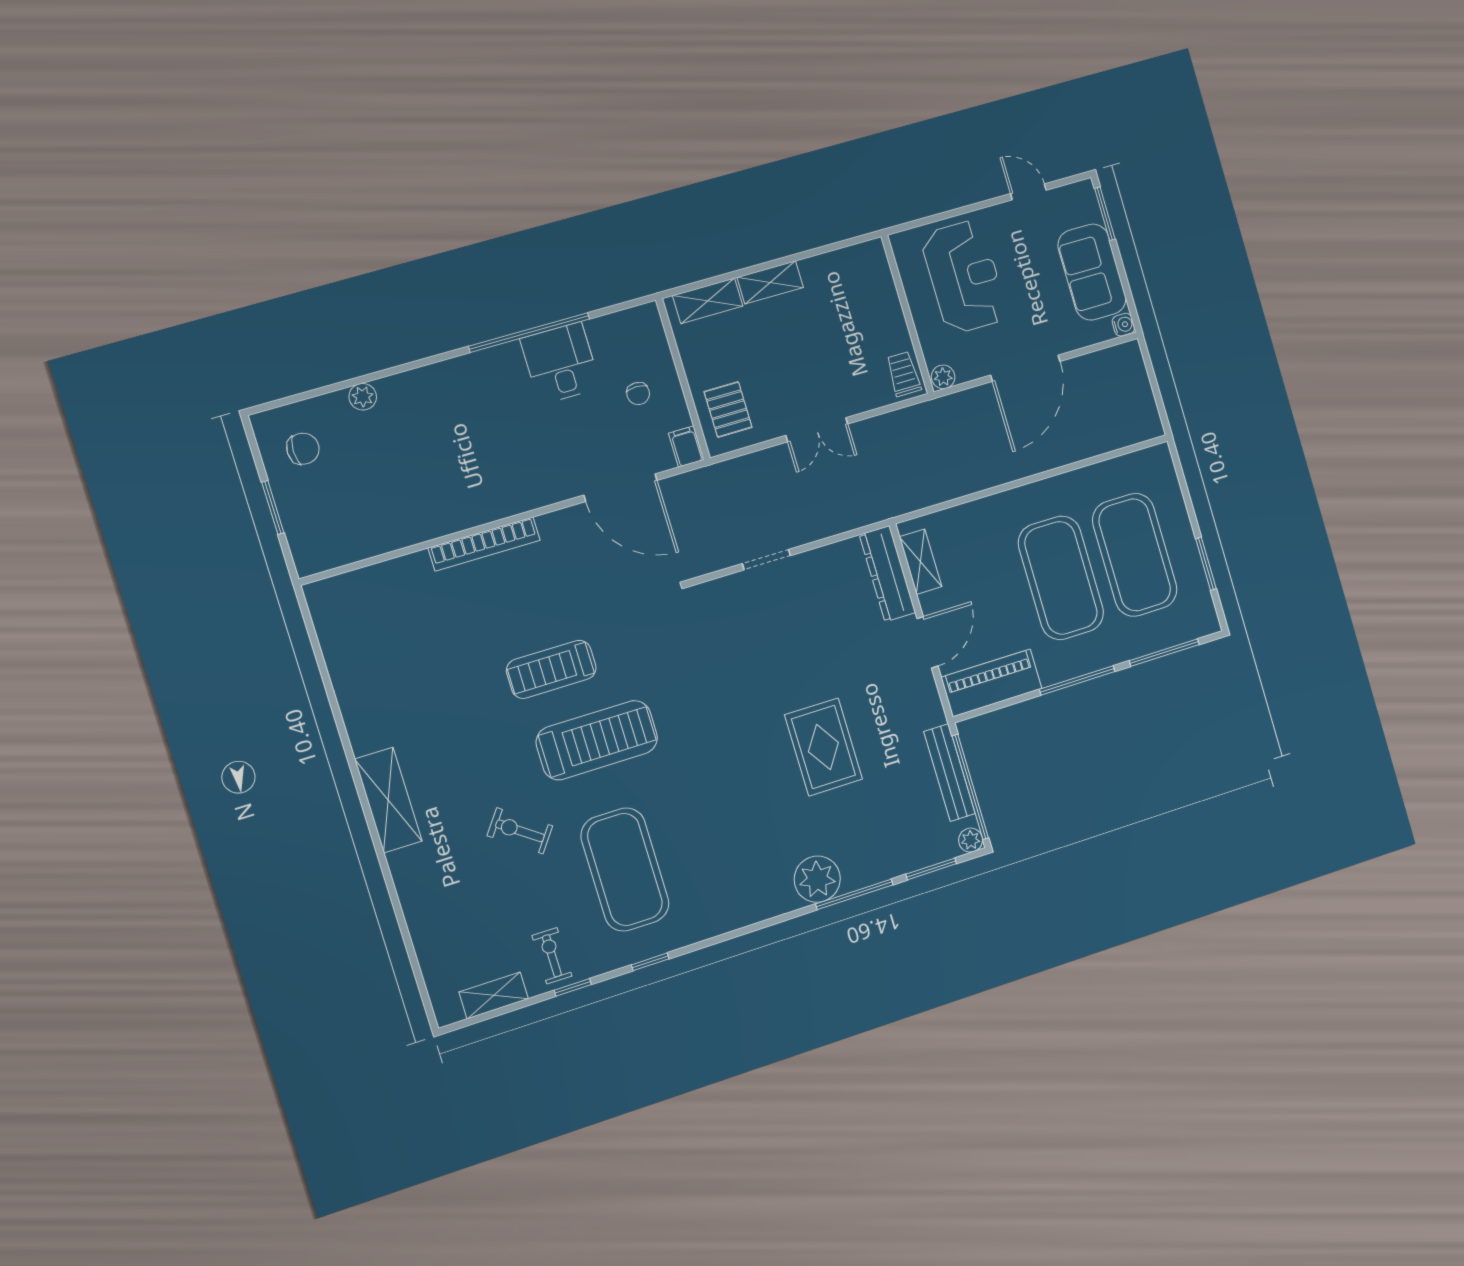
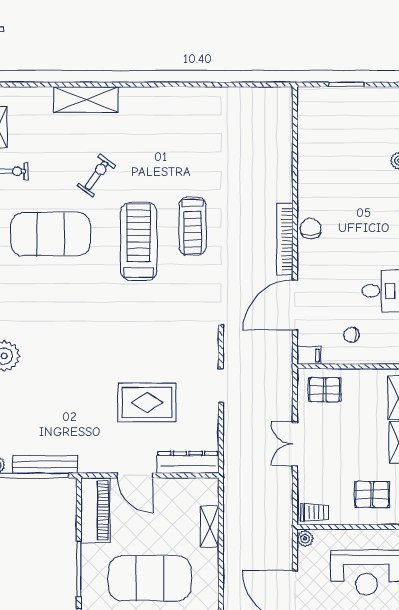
pallet: (855, 300) -> (372, 495), added
chair: (303, 449) -> (311, 229), moved, turned 180
bookcase: (484, 544) -> (285, 239), moved
shelving: (921, 562) -> (210, 527), moved, turned 90
treadmill: (551, 669) -> (193, 226), turned 180
treadmill: (597, 740) -> (139, 241), turned 180
rug: (823, 747) -> (147, 402), moved
shelving: (388, 800) -> (86, 100), moved

